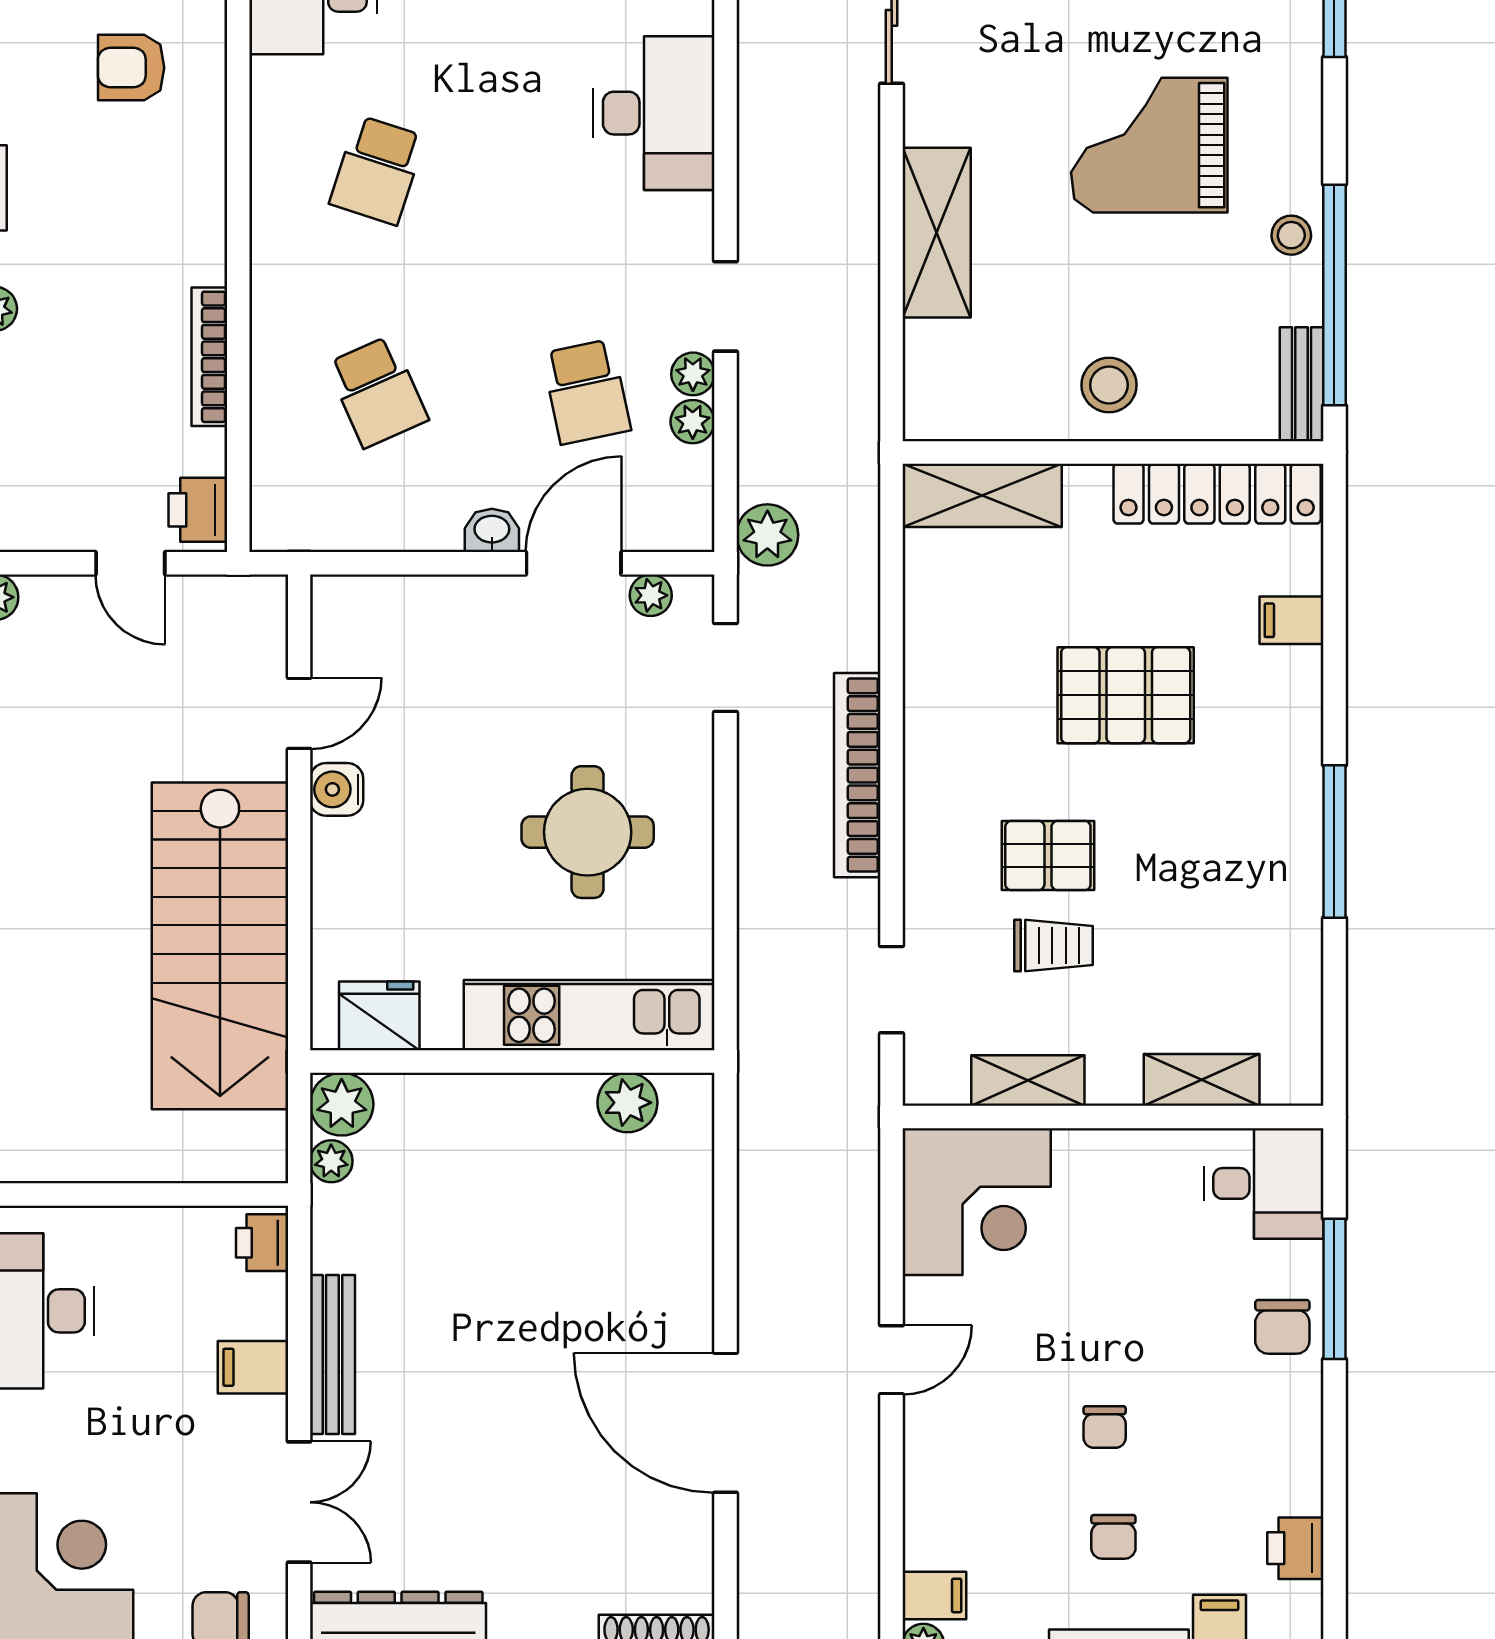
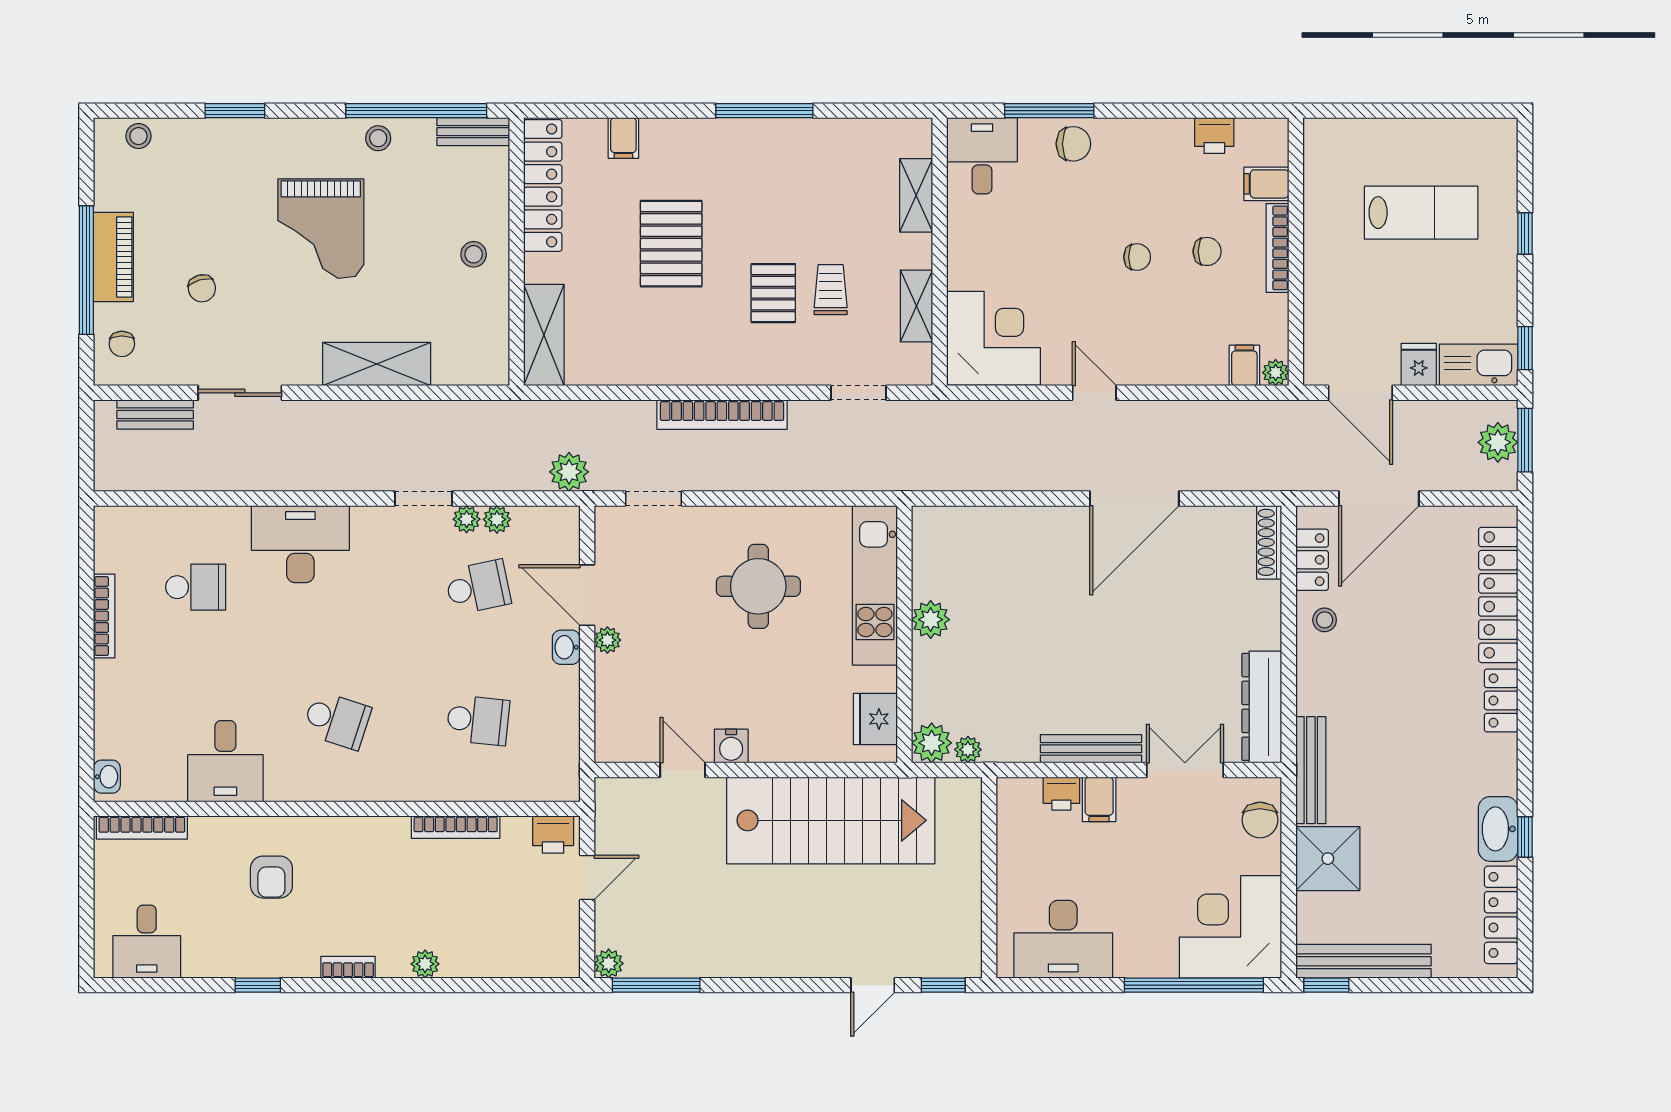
stool: (1109, 385) -> (474, 254), width x0.73, depth x0.73
school desk: (377, 392) -> (478, 720), turned 30
plant: (651, 595) -> (607, 640), moved
plant: (627, 1103) -> (931, 620), moved
printer: (262, 1243) -> (1061, 794), moved

